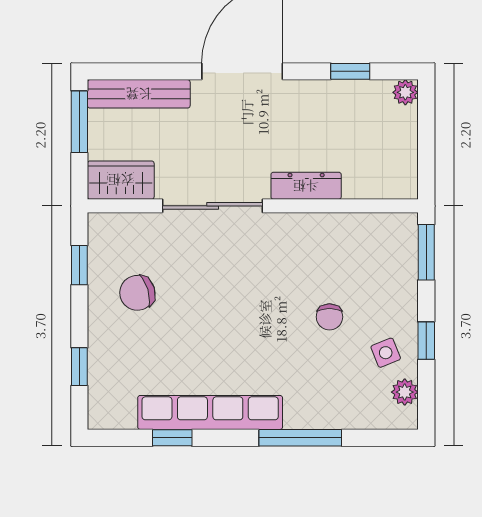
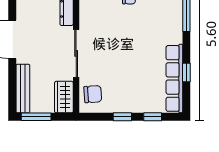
window: (79, 265) -> (122, 117), moved
chair: (137, 293) -> (93, 94), moved, turned -77
row of seats: (210, 412) -> (174, 78), moved

